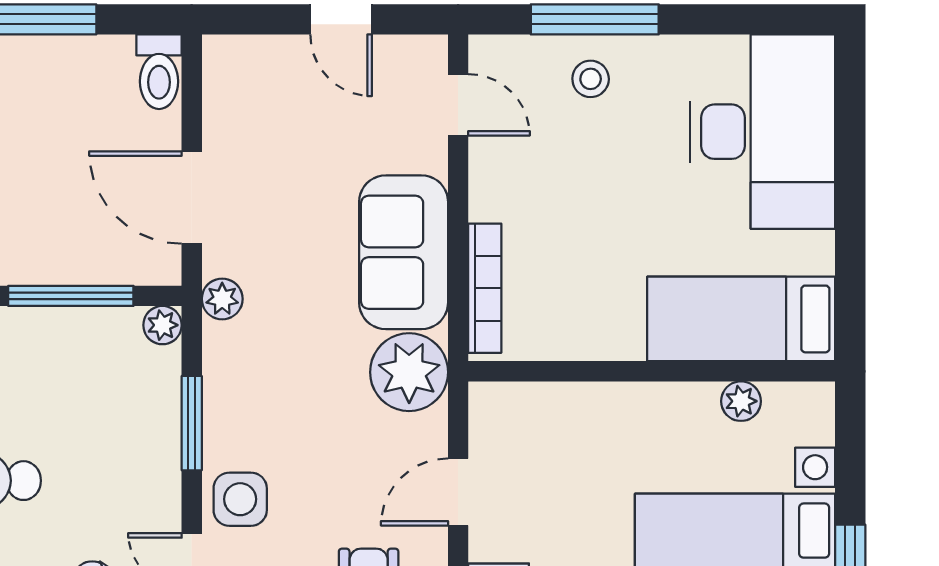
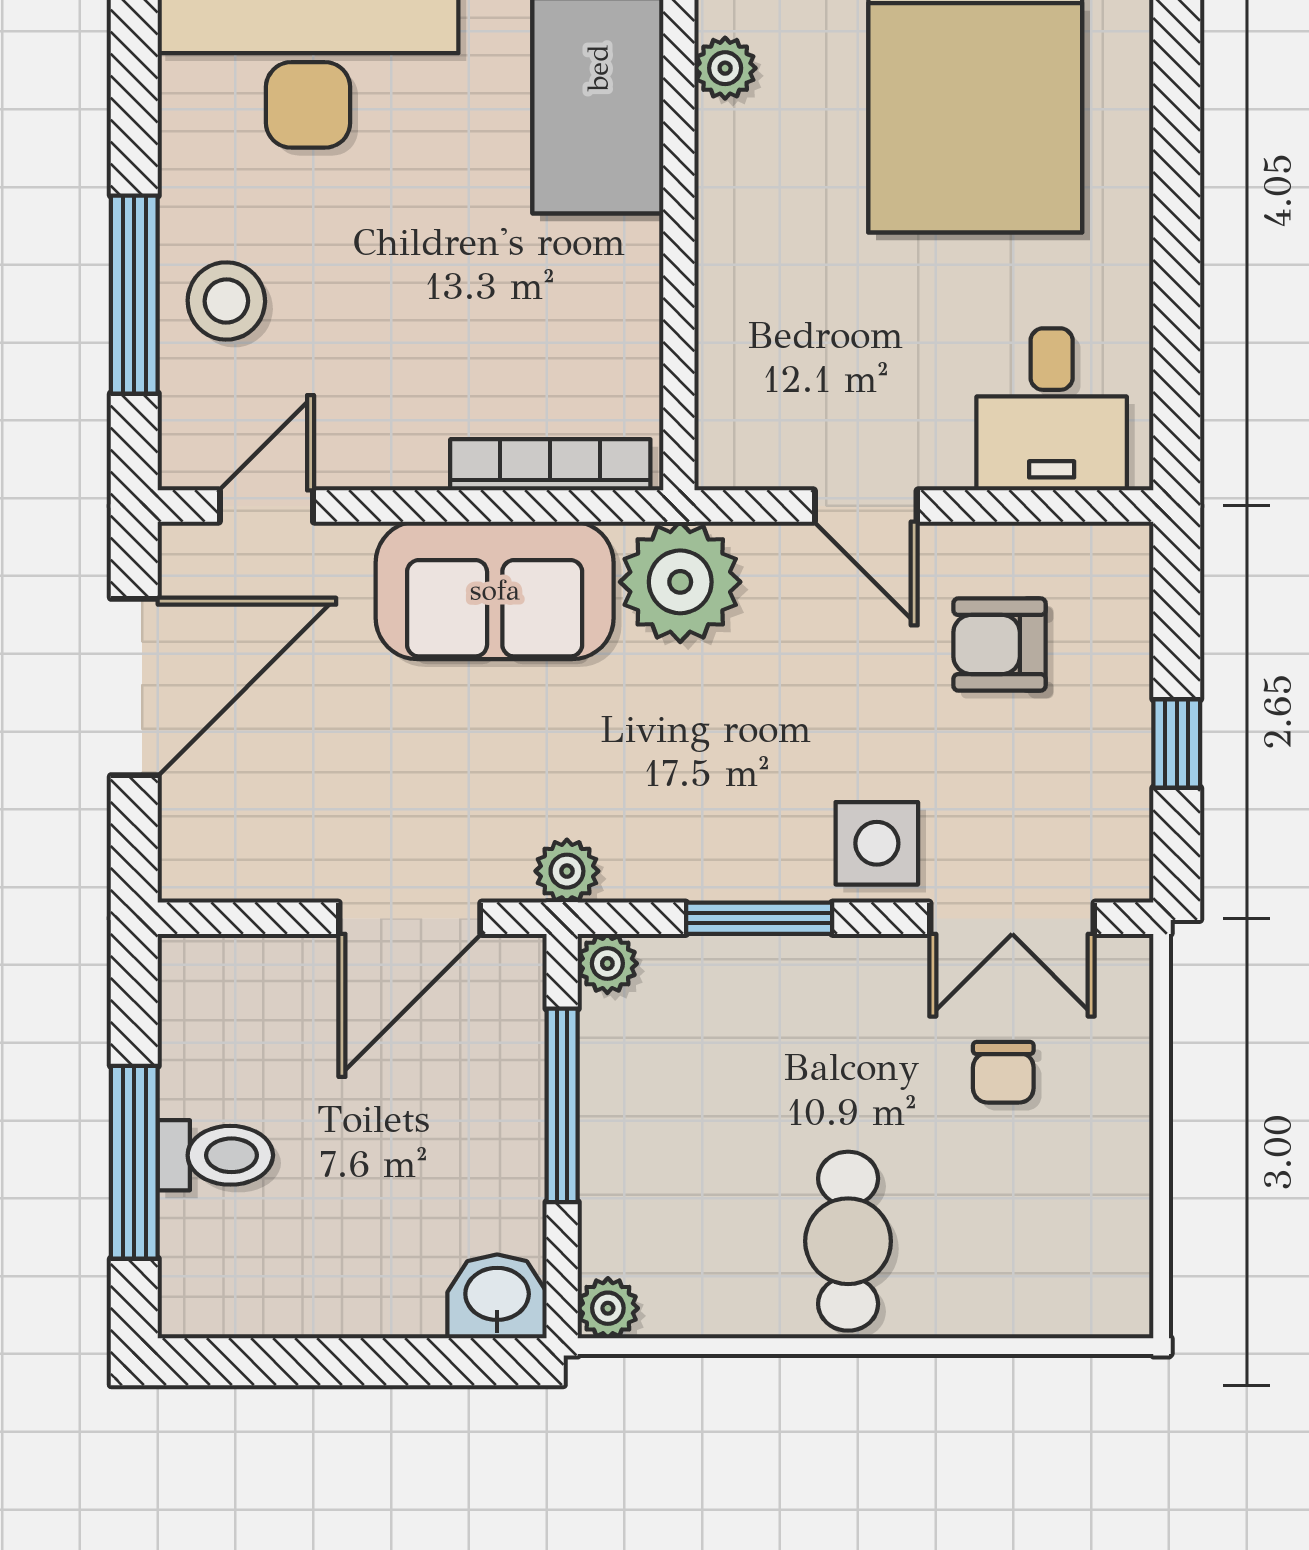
door: (341, 19) -> (134, 687), width x1.88
toilet: (159, 72) -> (215, 1155), moved
stool: (591, 79) -> (226, 301), width x1.37, depth x1.37

